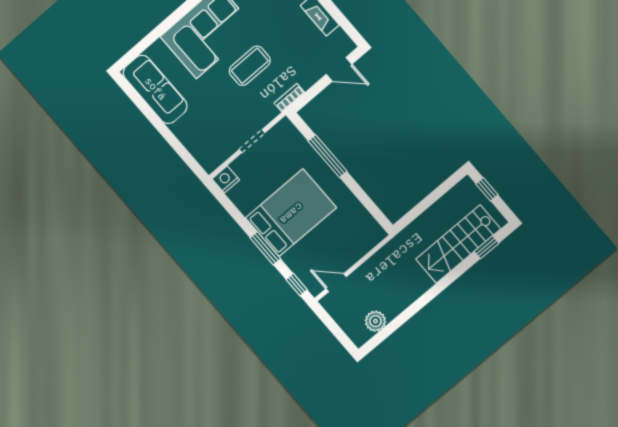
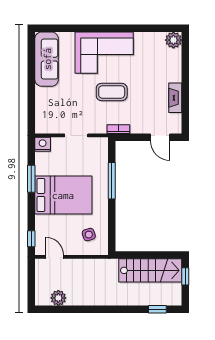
side table: (351, 231) -> (89, 235), added
stairs: (458, 244) -> (150, 270), moved, turned 180
window: (265, 248) -> (31, 179), moved

